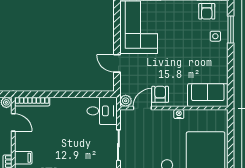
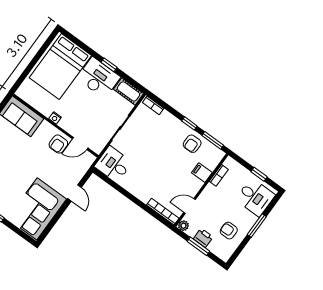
plant: (126, 101) -> (89, 159), removed
door: (13, 122) -> (190, 206), hinge flipped

